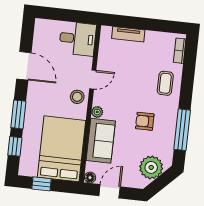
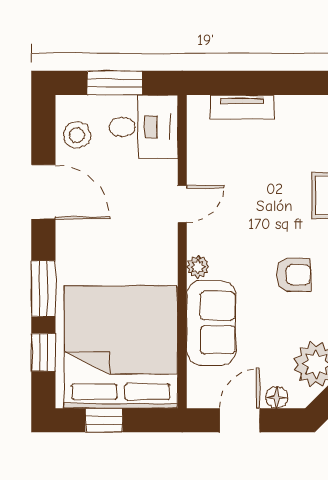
window: (66, 15) -> (115, 83), added
stool: (77, 97) -> (77, 135), moved
armchair: (145, 121) -> (294, 275), turned 180
bed: (62, 149) -> (121, 347), width x1.36
floor lamp: (90, 178) -> (277, 397), moved

